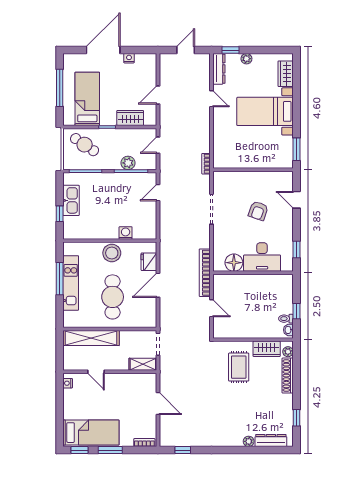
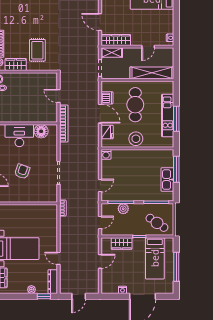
window: (60, 214) -> (176, 169), width x2.17
washing machine: (126, 233) -> (106, 154), moved
door: (158, 285) -> (100, 114), hinge flipped
dishwasher: (149, 306) -> (107, 98), added
door: (96, 372) -> (148, 47), swing flipped
wardrobe: (138, 380) -> (116, 40), added

